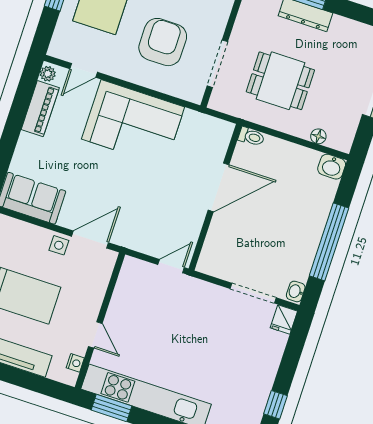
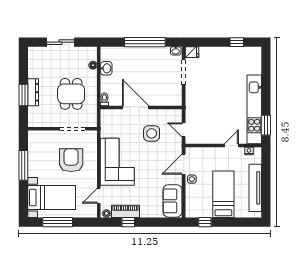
armchair: (163, 42) -> (71, 160), turned 90
door: (84, 70) -> (99, 196), swing flipped
window: (20, 107) -> (128, 222), added
washbasin: (332, 167) -> (106, 68), moved
side table: (163, 201) -> (152, 133), added
door: (90, 239) -> (184, 164), hinge flipped
door: (171, 266) -> (184, 130), moved

